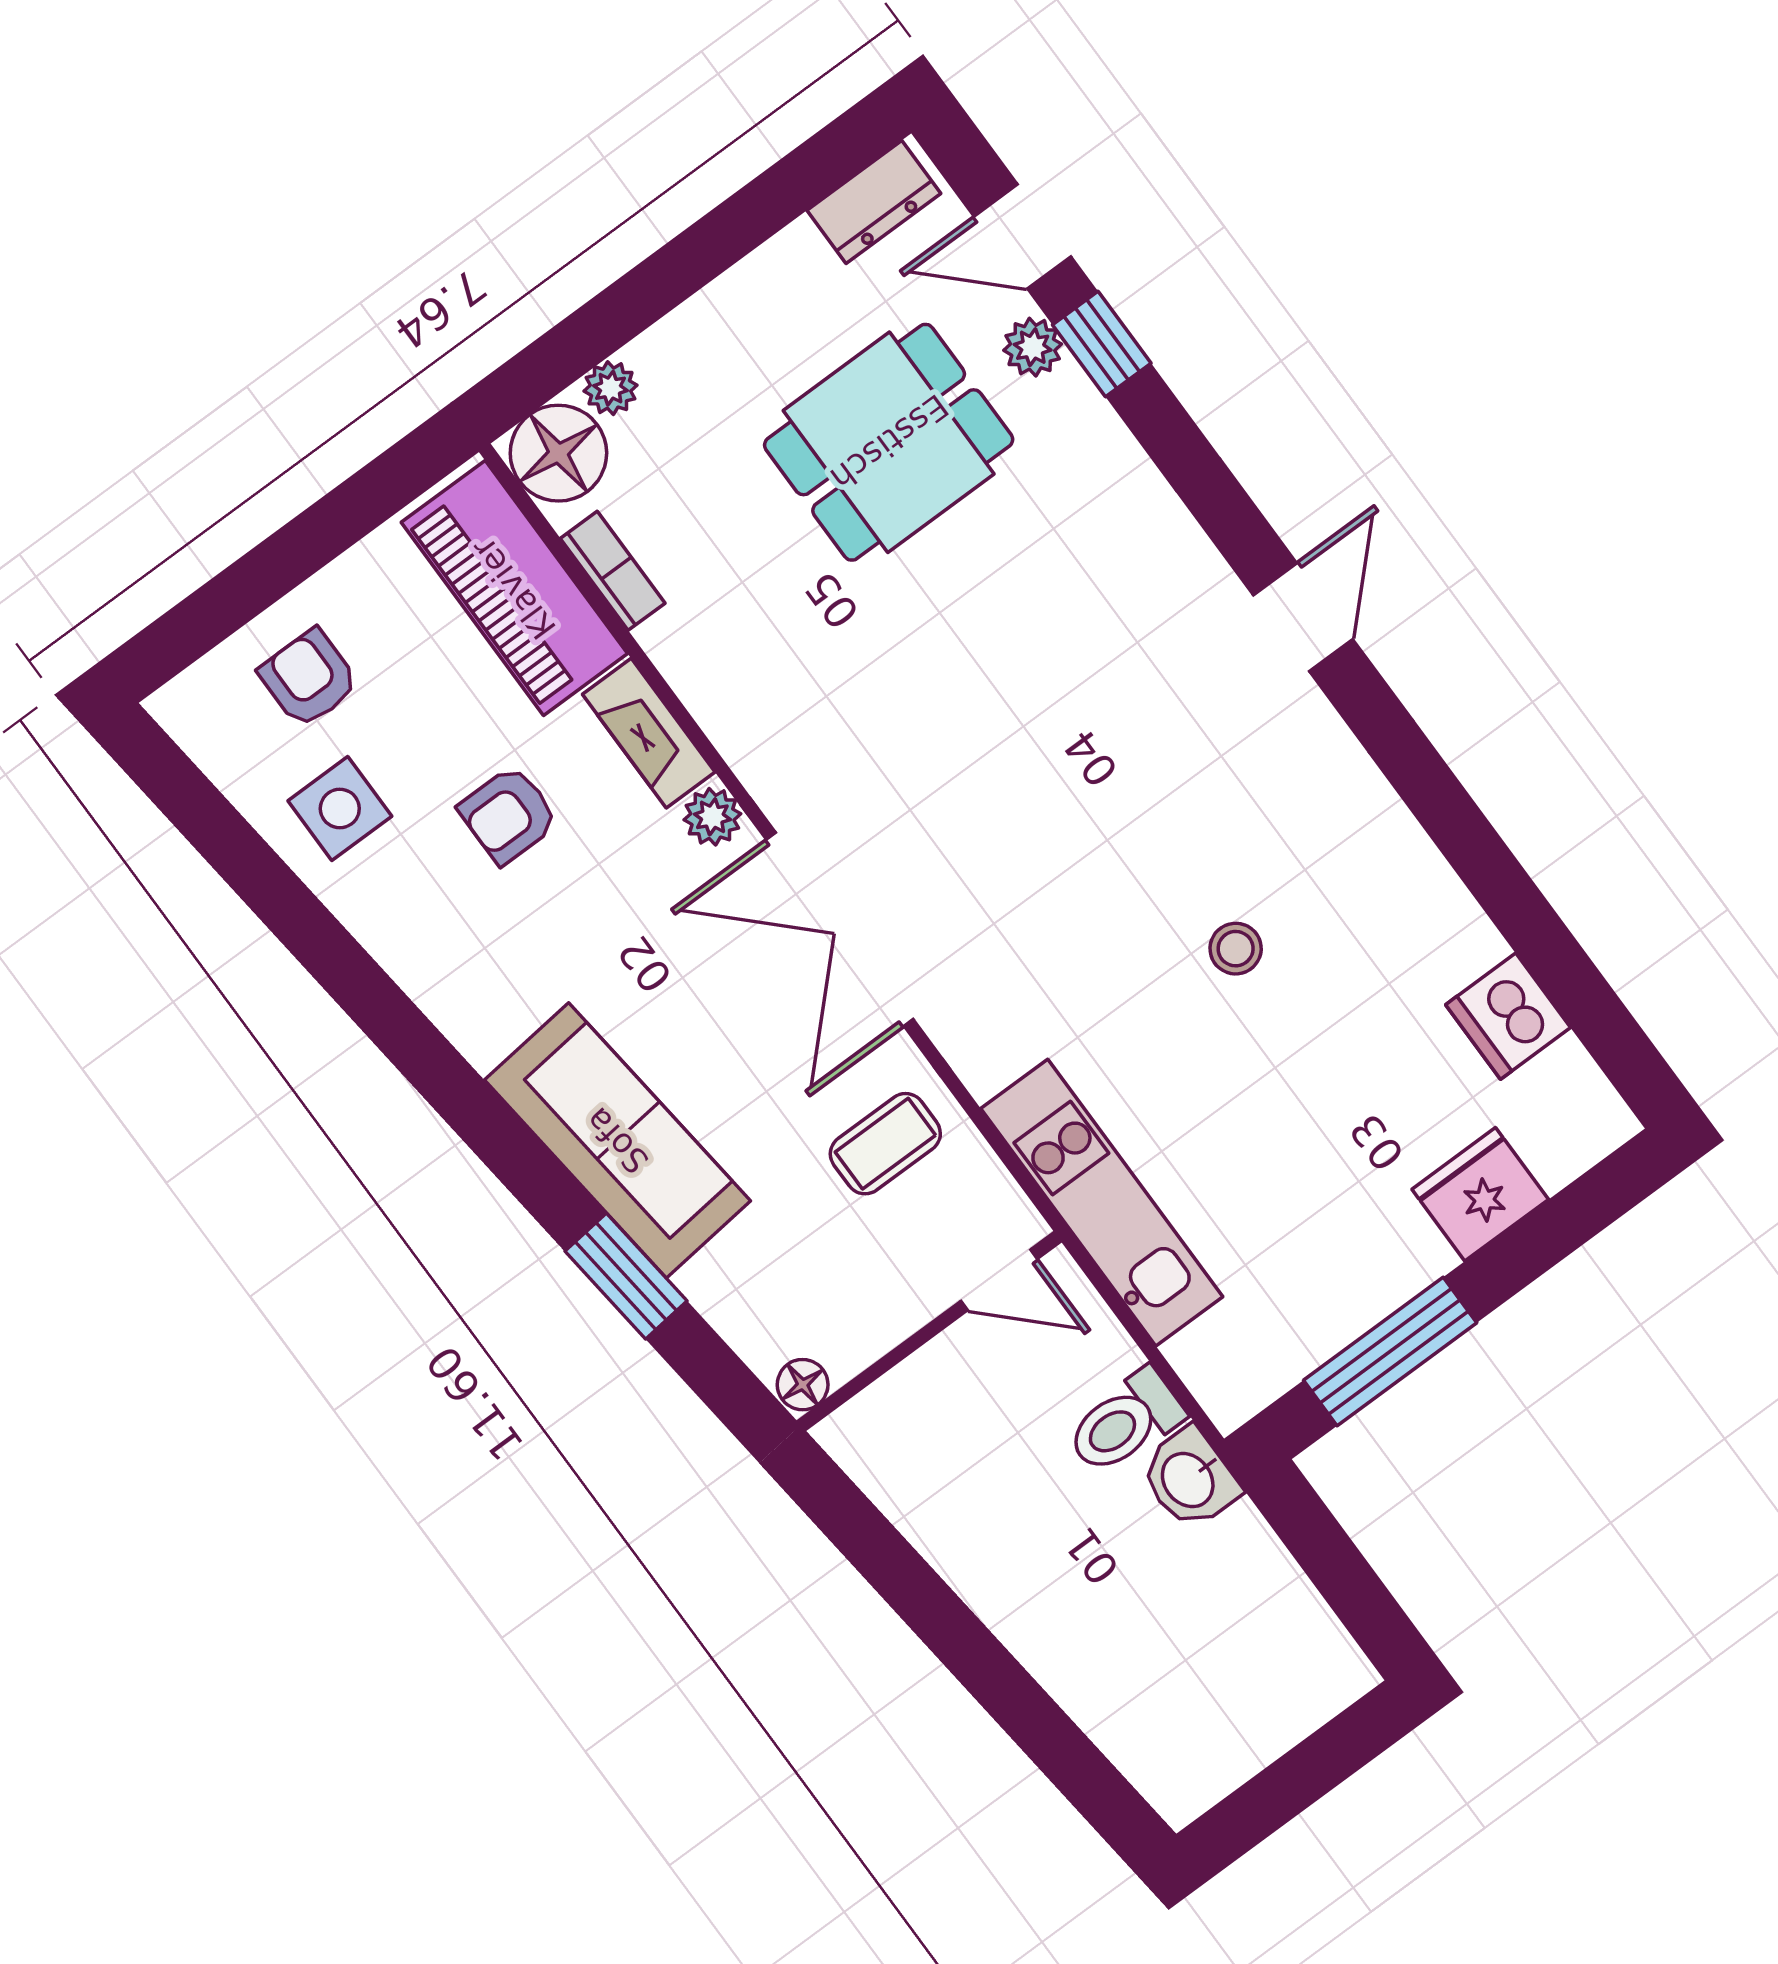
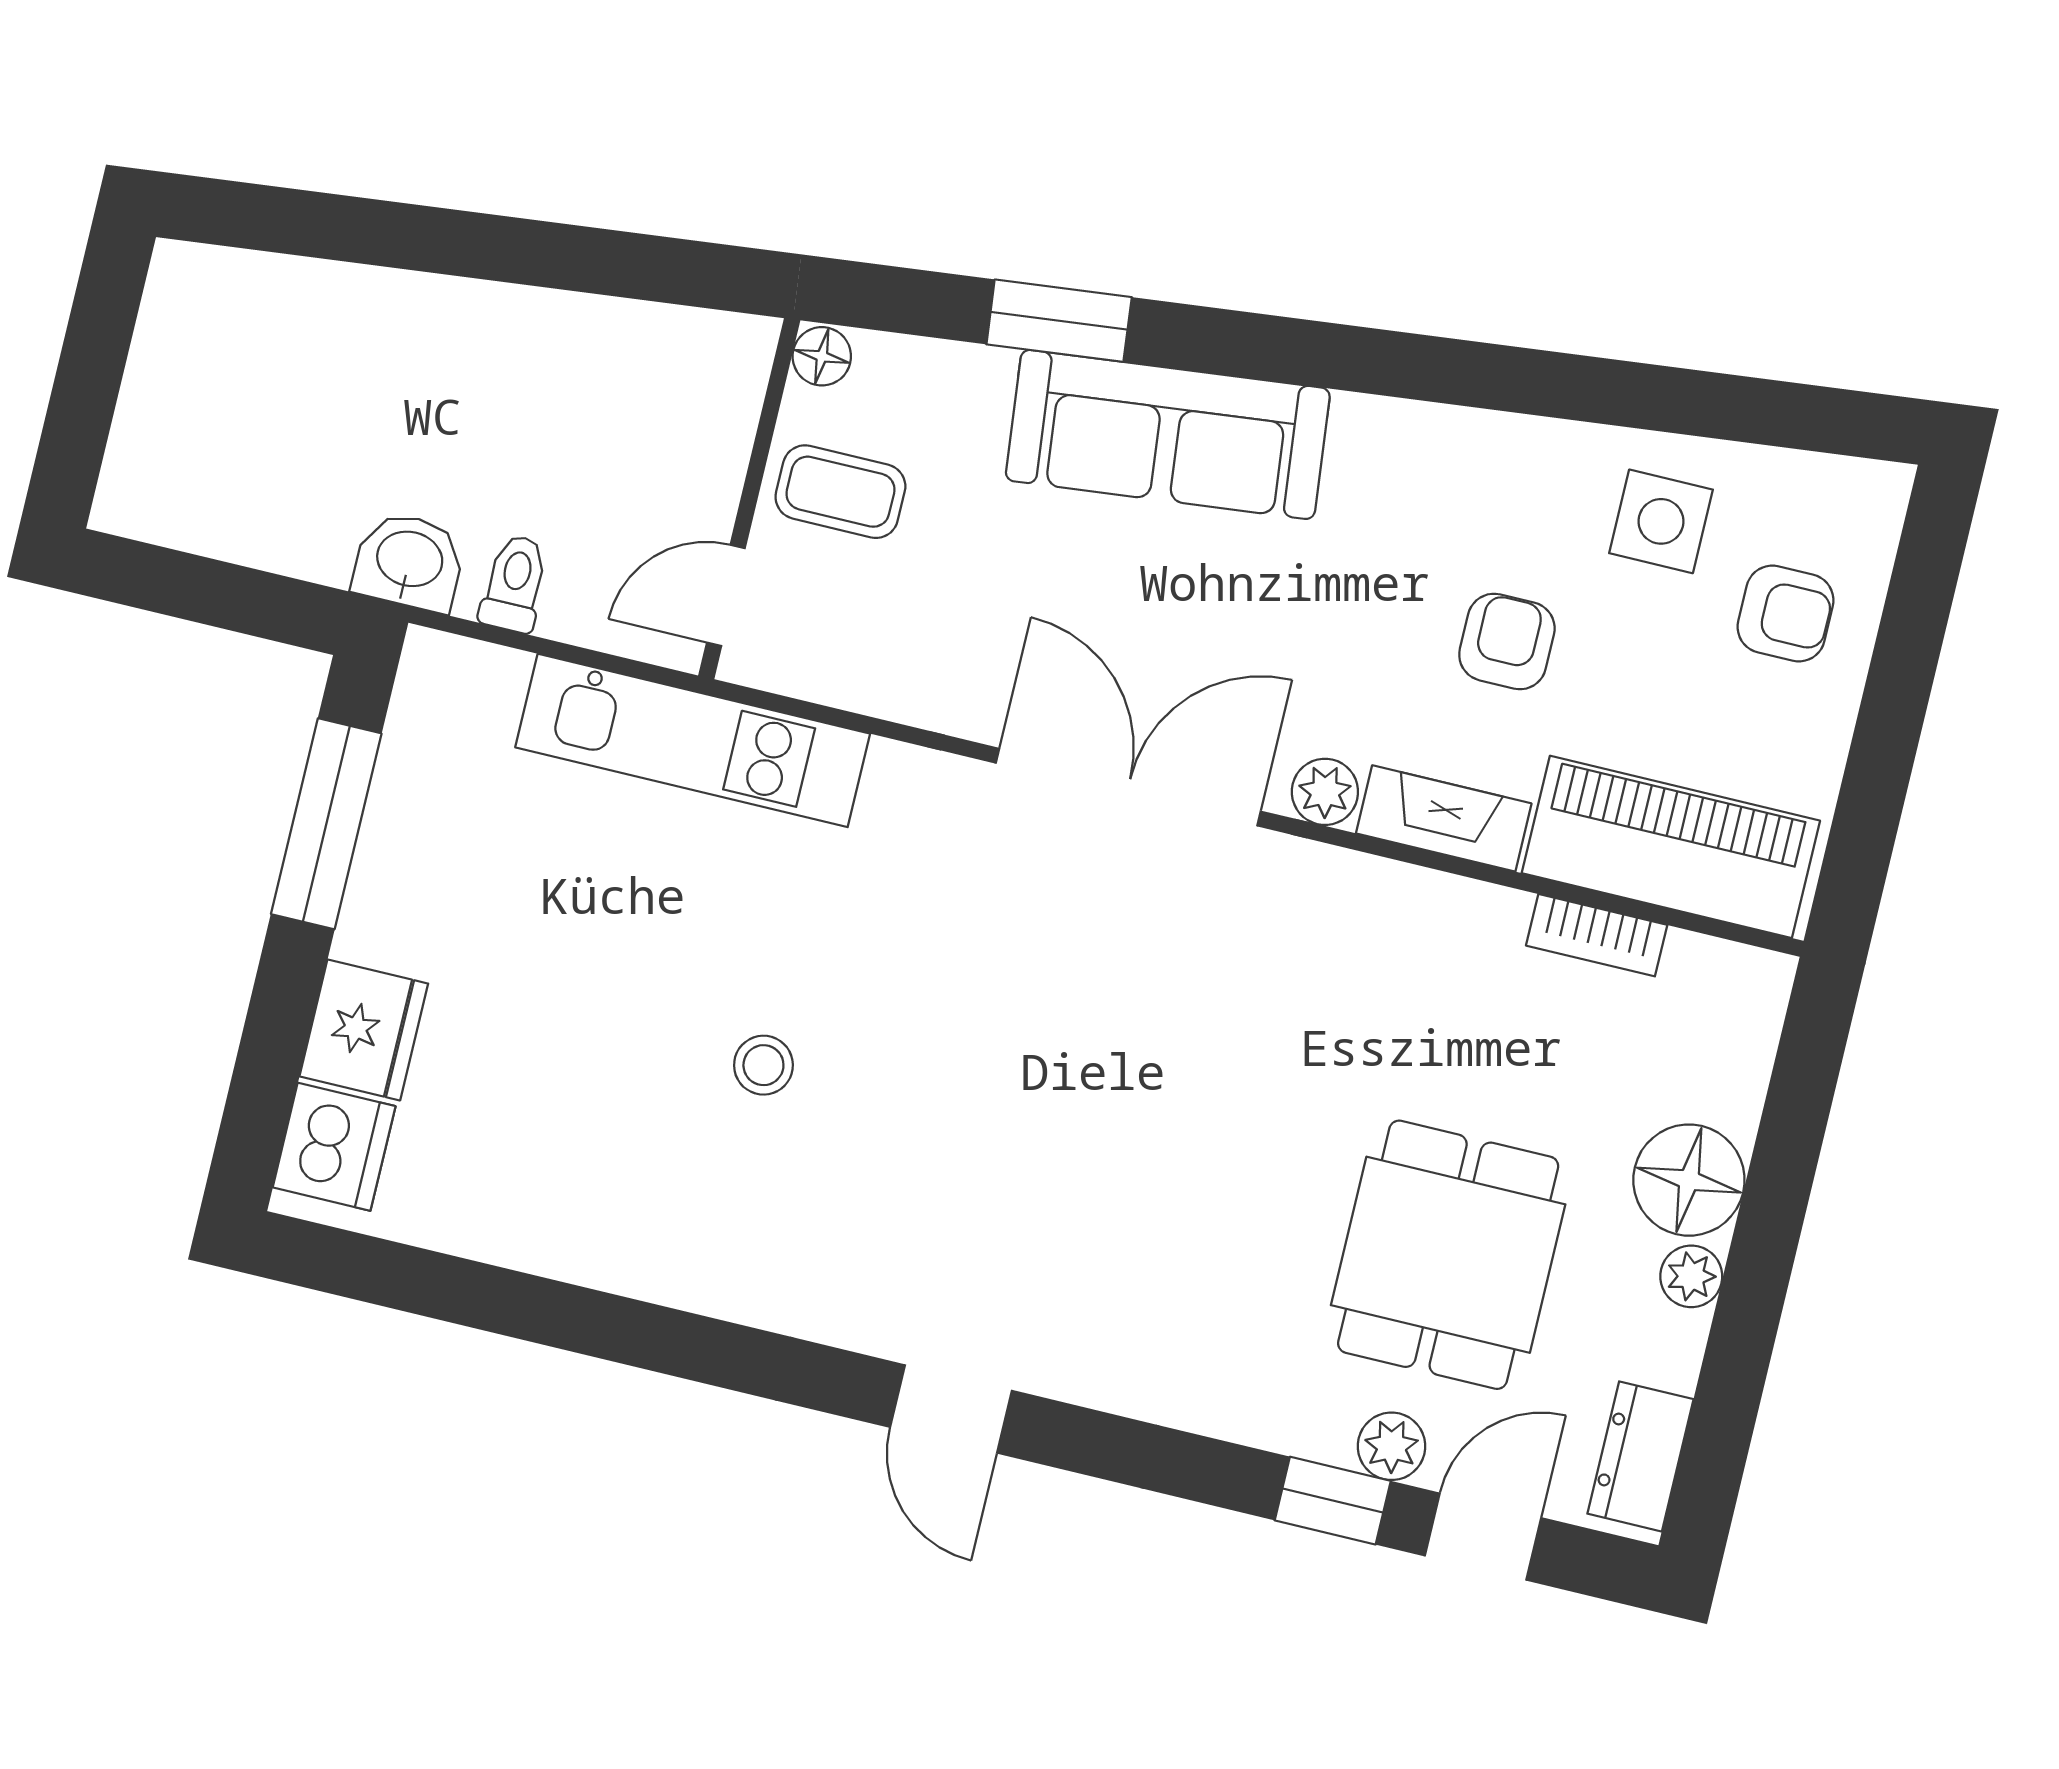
plant: (611, 388) -> (1691, 1276), moved
floor lamp: (558, 453) -> (1689, 1180), moved
dishwasher: (1508, 1016) -> (334, 1147), moved, turned 90
coffee table: (885, 1144) -> (840, 492), moved, turned 90
toilet: (1125, 1422) -> (514, 583), width x0.73, depth x0.72

